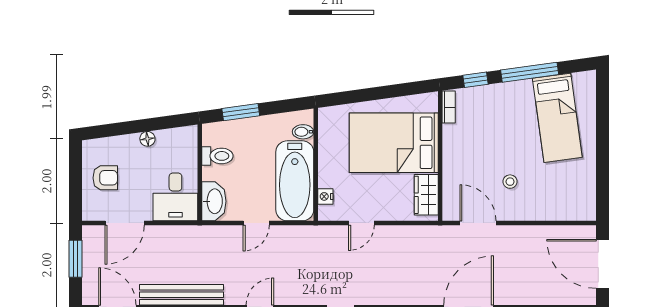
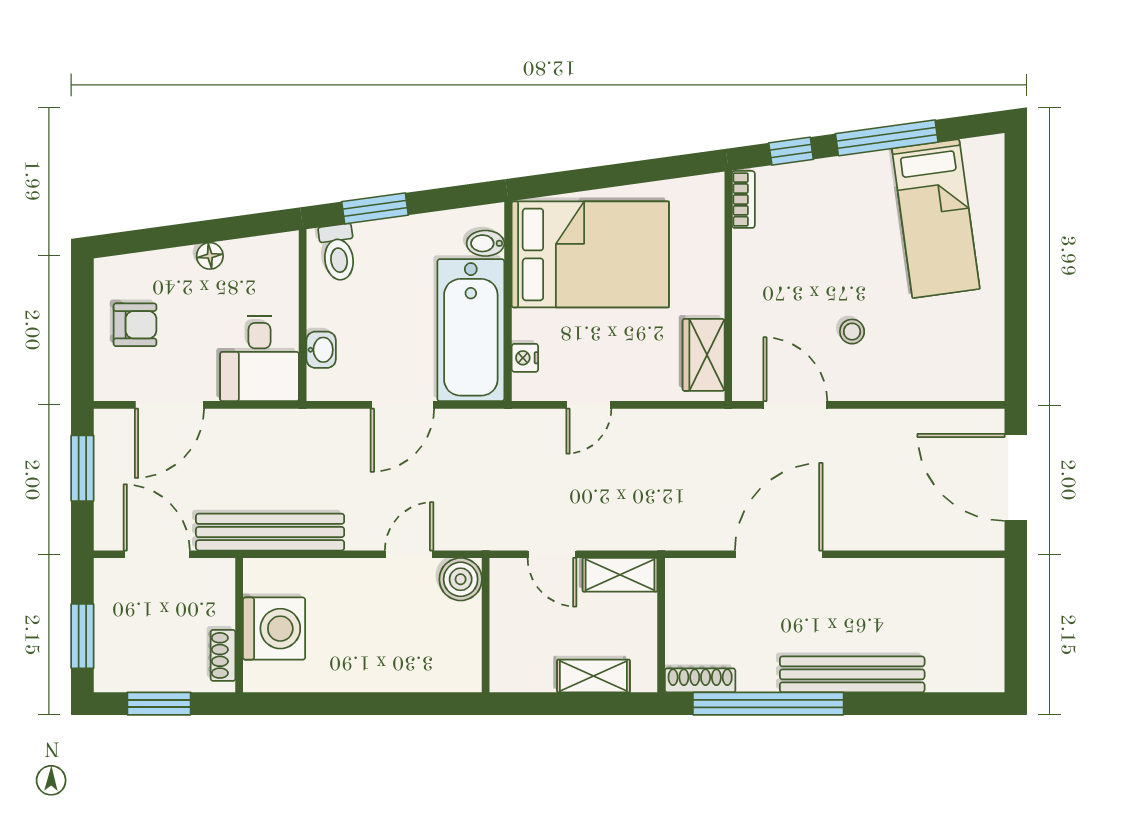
bed: (394, 143) -> (590, 254), moved, turned 180
toilet: (217, 156) -> (338, 253), moved, turned 82
washbasin: (214, 201) -> (321, 350), width x0.52, depth x0.69
door: (256, 223) -> (402, 405), width x1.38

